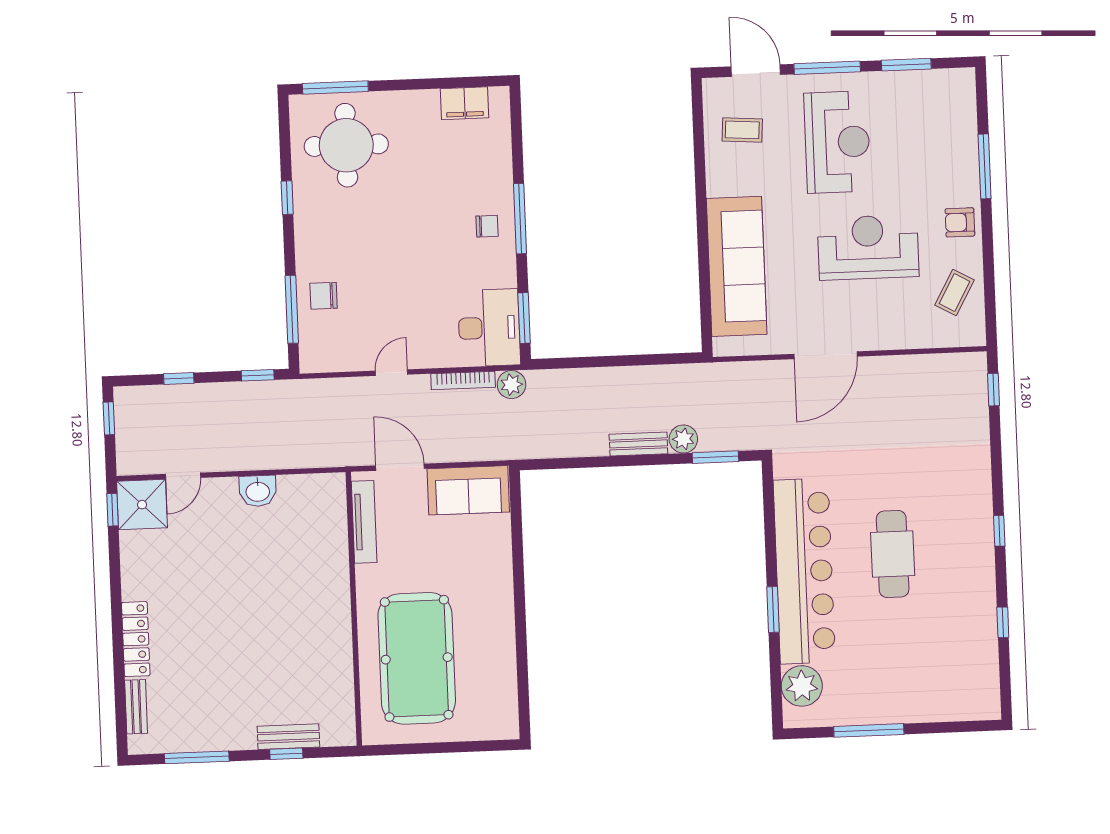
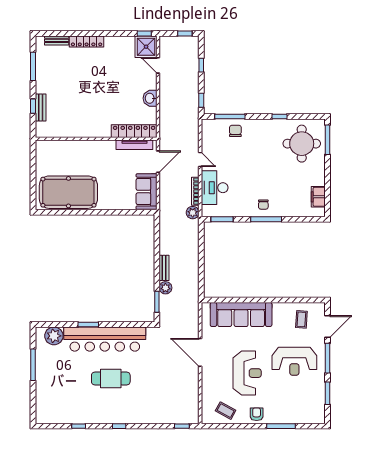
desk: (489, 328) -> (215, 188), moved, turned 90
locker: (333, 524) -> (134, 131), added
pool table: (417, 658) -> (68, 192), moved

